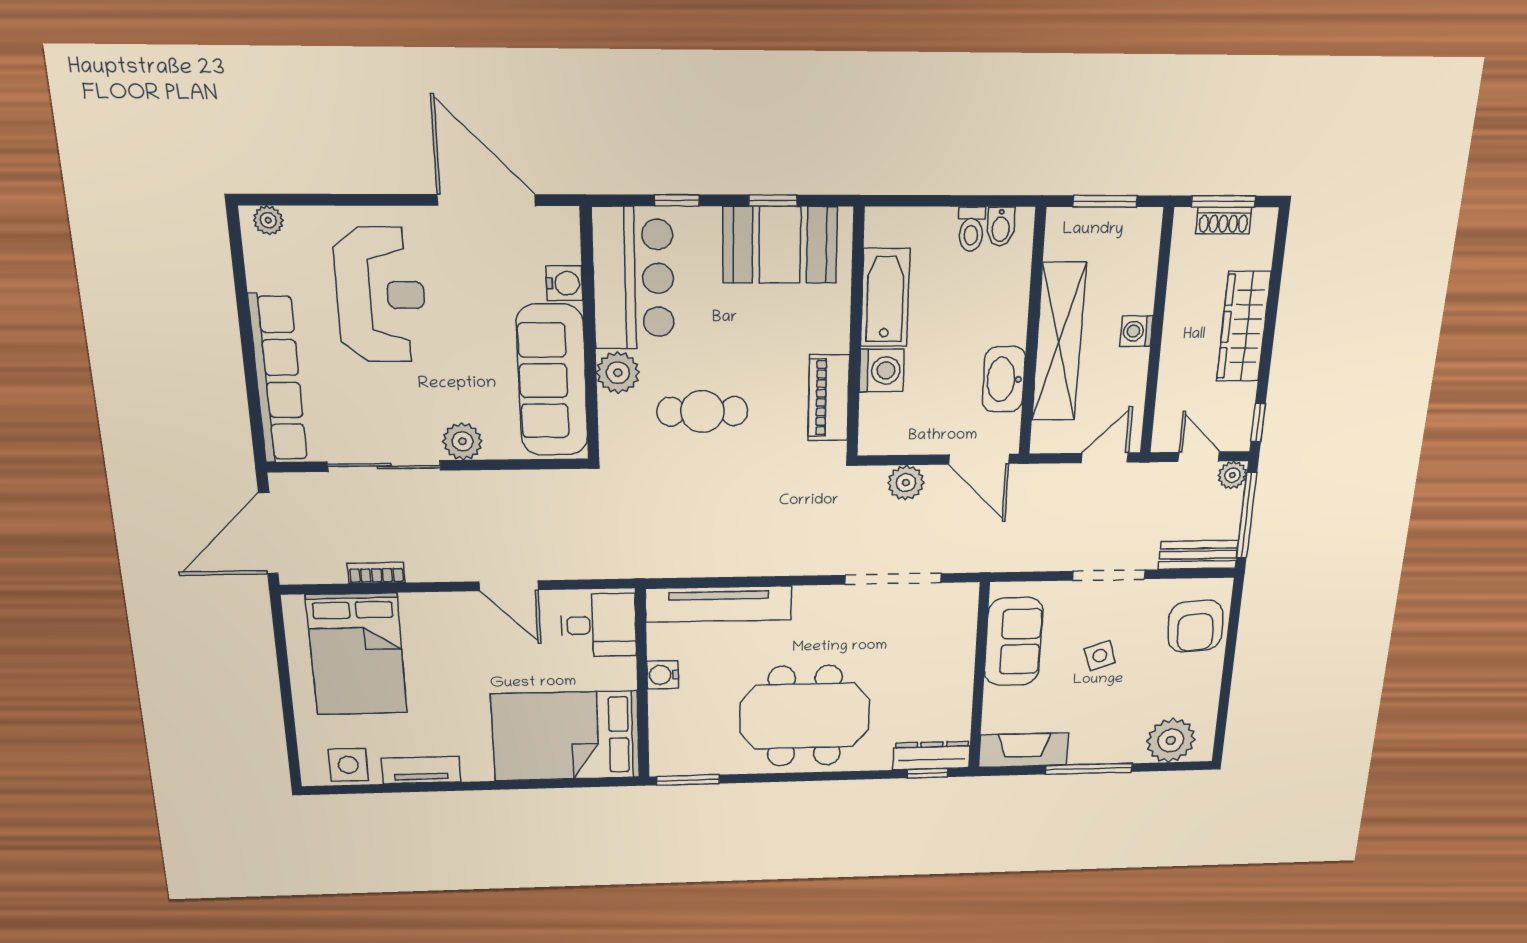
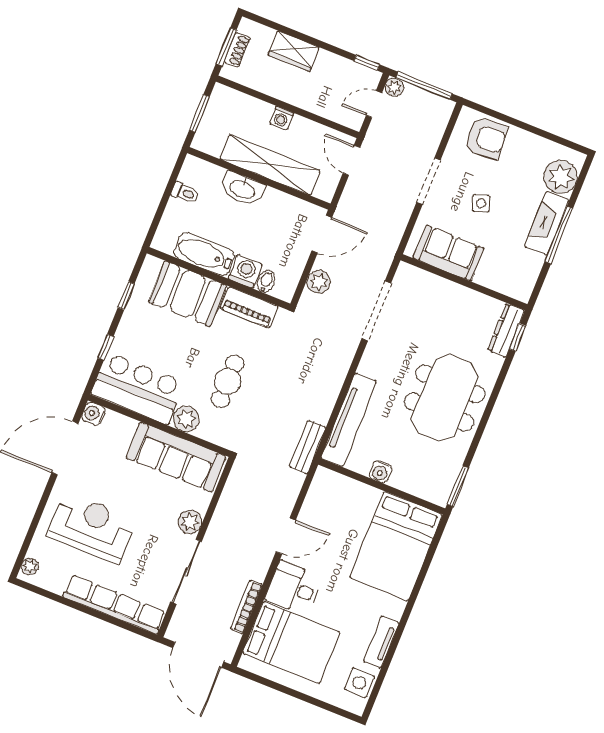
bidet: (1001, 227) -> (266, 282), moved, turned -90
booth: (780, 245) -> (188, 294), moved, turned 90
water cooler: (564, 283) -> (93, 414), moved, turned -90
wardrobe: (1244, 327) -> (294, 51), width x0.67
washbasin: (1004, 379) -> (242, 189), moved
bench: (1198, 555) -> (307, 447), moved
bookcase: (376, 573) -> (246, 607), width x1.56
desk: (599, 625) -> (294, 588), moved, turned -90
fireplace: (1024, 750) -> (547, 223), moved

